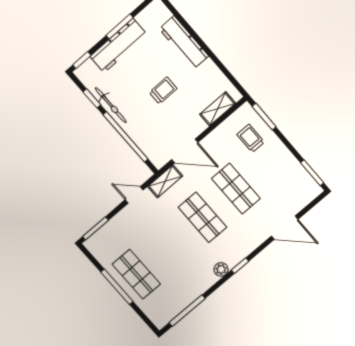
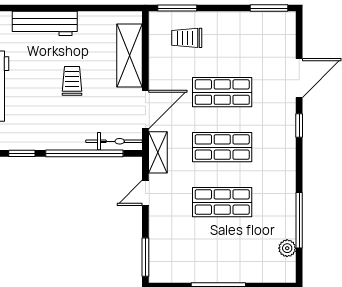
bicycle: (111, 105) -> (114, 141), moved
shelving: (218, 109) -> (130, 55), width x1.50, depth x1.33
window: (240, 266) -> (299, 125), moved
plant: (221, 269) -> (287, 248), moved
shop shelf: (136, 274) -> (222, 202), moved
window: (187, 310) -> (299, 220), moved

